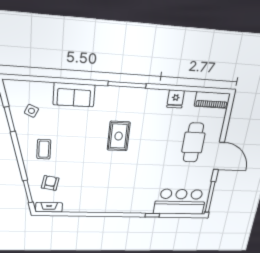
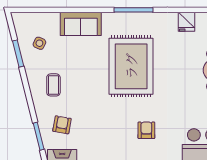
rug: (119, 136) -> (131, 66), width x1.86, depth x2.06
armchair: (126, 189) -> (146, 130), added

